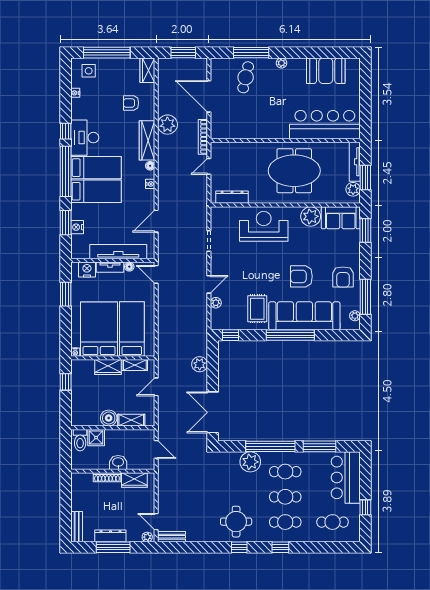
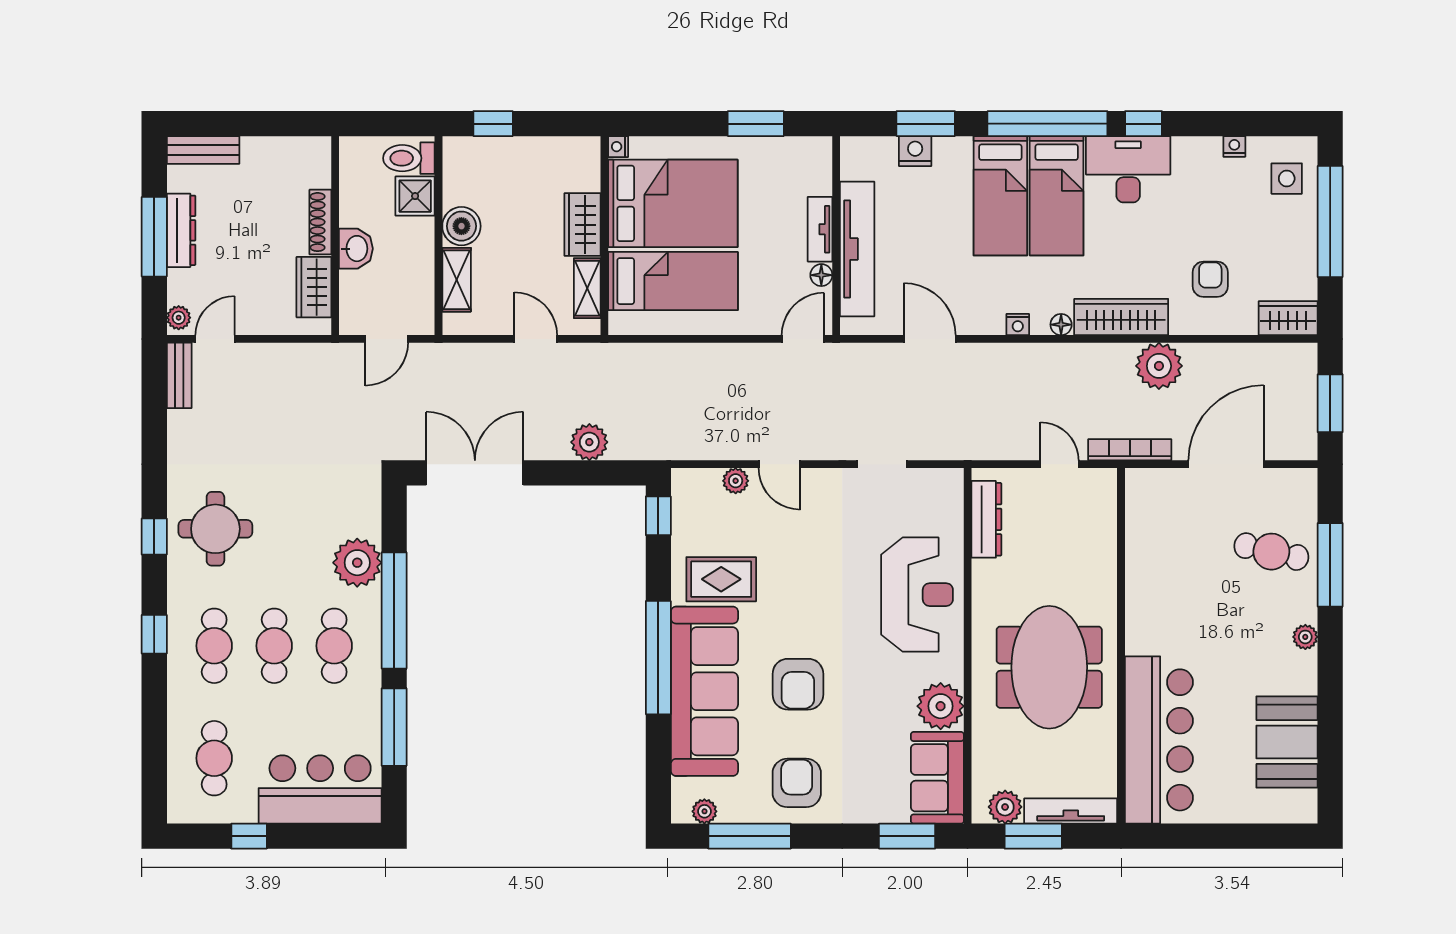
nightstand: (87, 270) -> (814, 174), removed
armchair: (301, 276) -> (798, 684), turned 180
armchair: (343, 277) -> (797, 783), turned 90
window: (66, 382) -> (493, 124), moved

